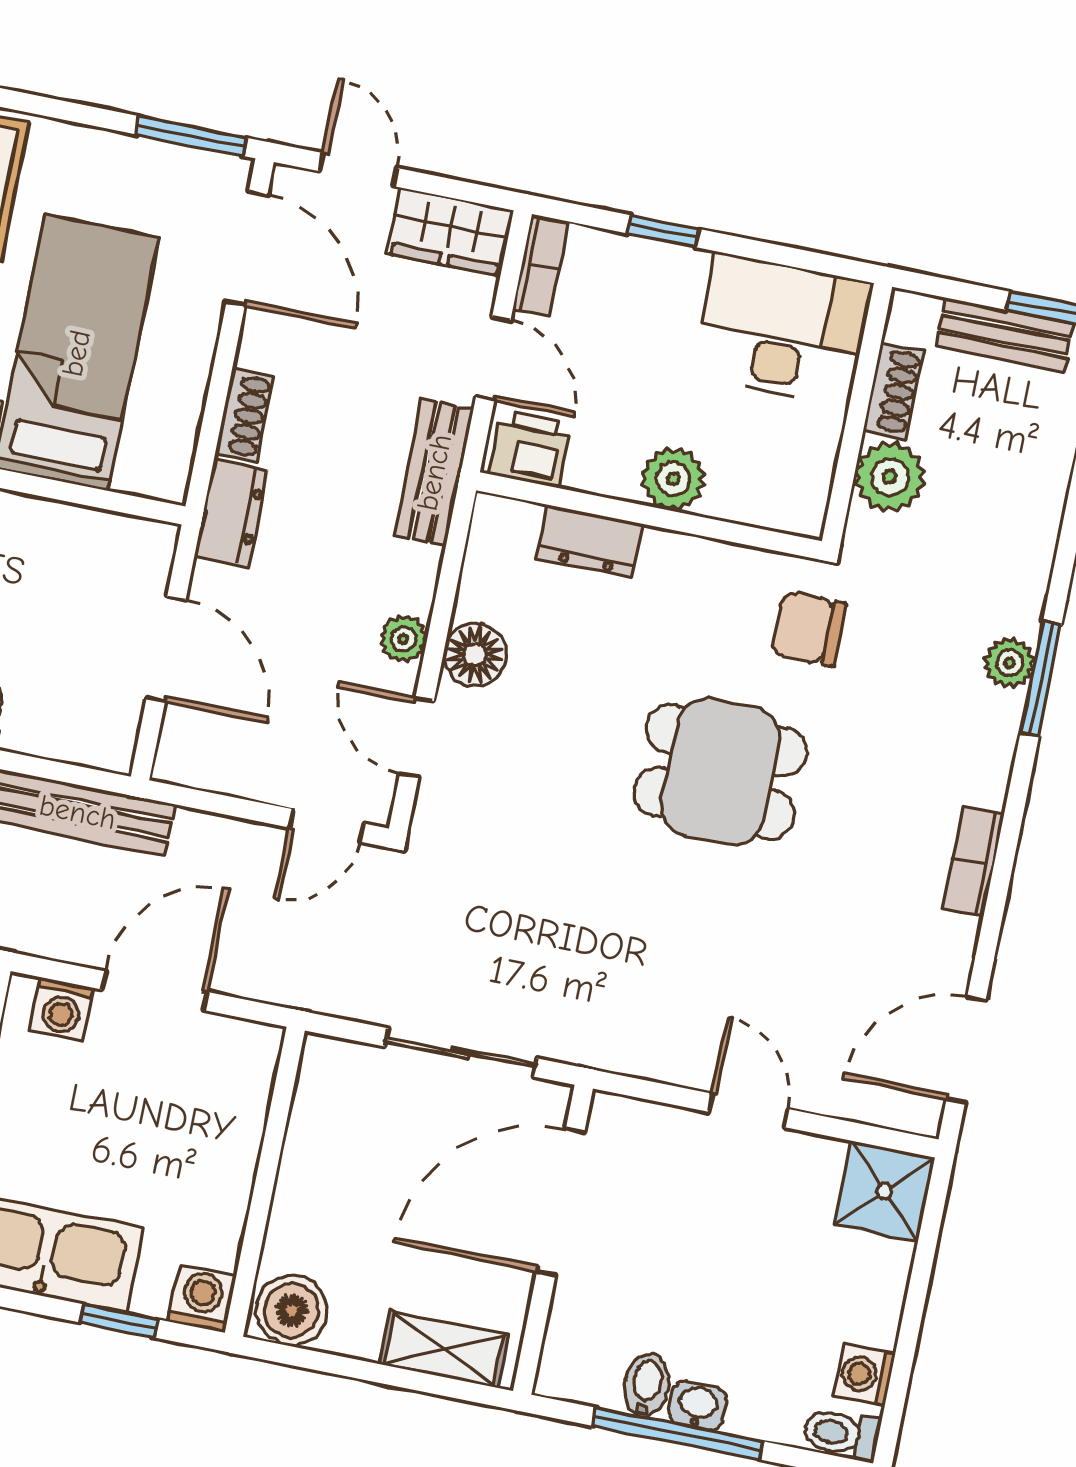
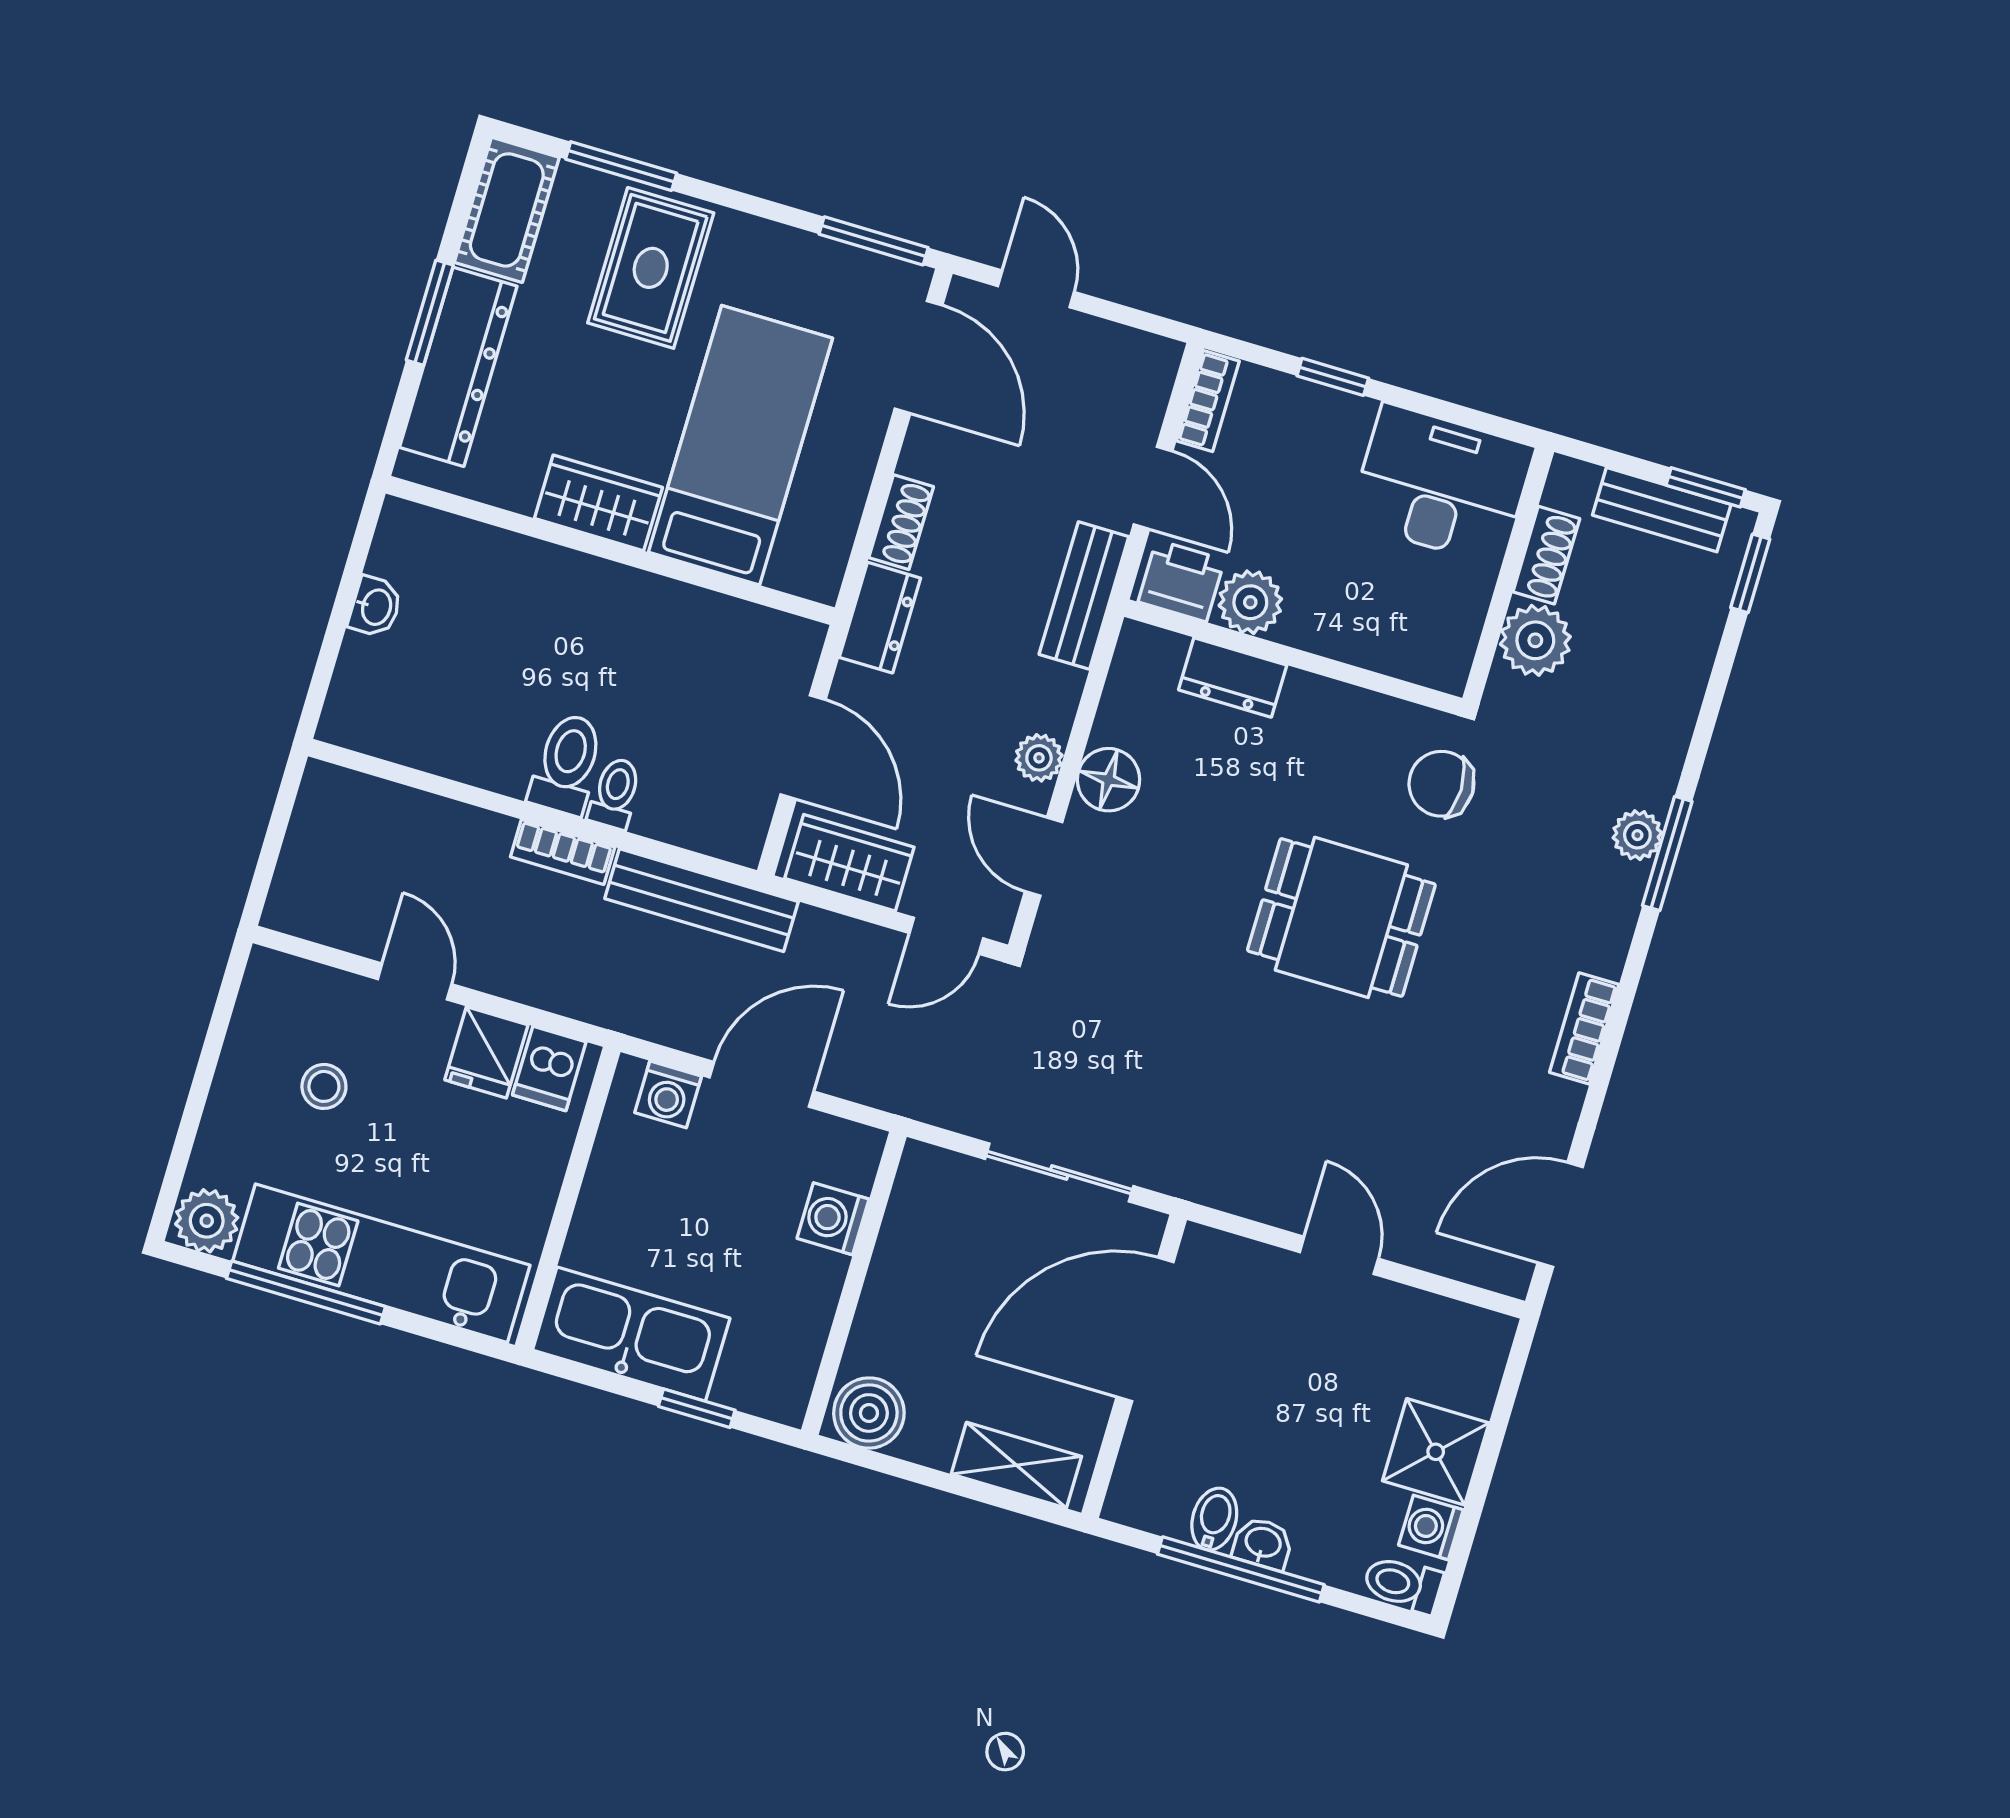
wardrobe: (450, 232) -> (849, 863), moved, turned 180
plant: (673, 479) -> (1250, 602), moved
shower: (884, 1191) -> (1436, 1452), moved
washing machine: (202, 1298) -> (833, 1219), moved, turned -90

